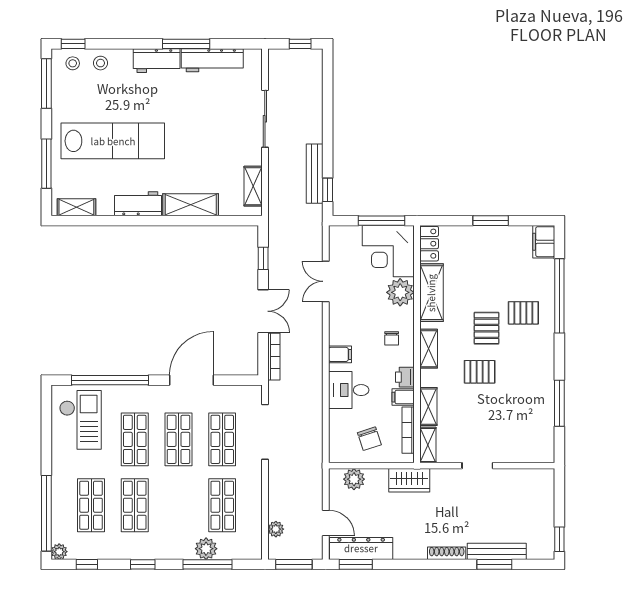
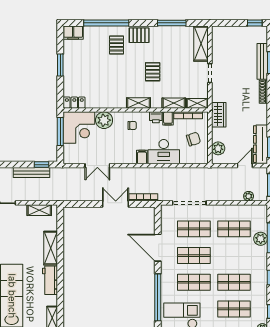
window: (263, 258) -> (83, 204), removed
shelving: (431, 293) -> (201, 44), moved, turned 90
pallet: (486, 328) -> (139, 35), moved
desk: (349, 390) -> (164, 152), width x1.37

